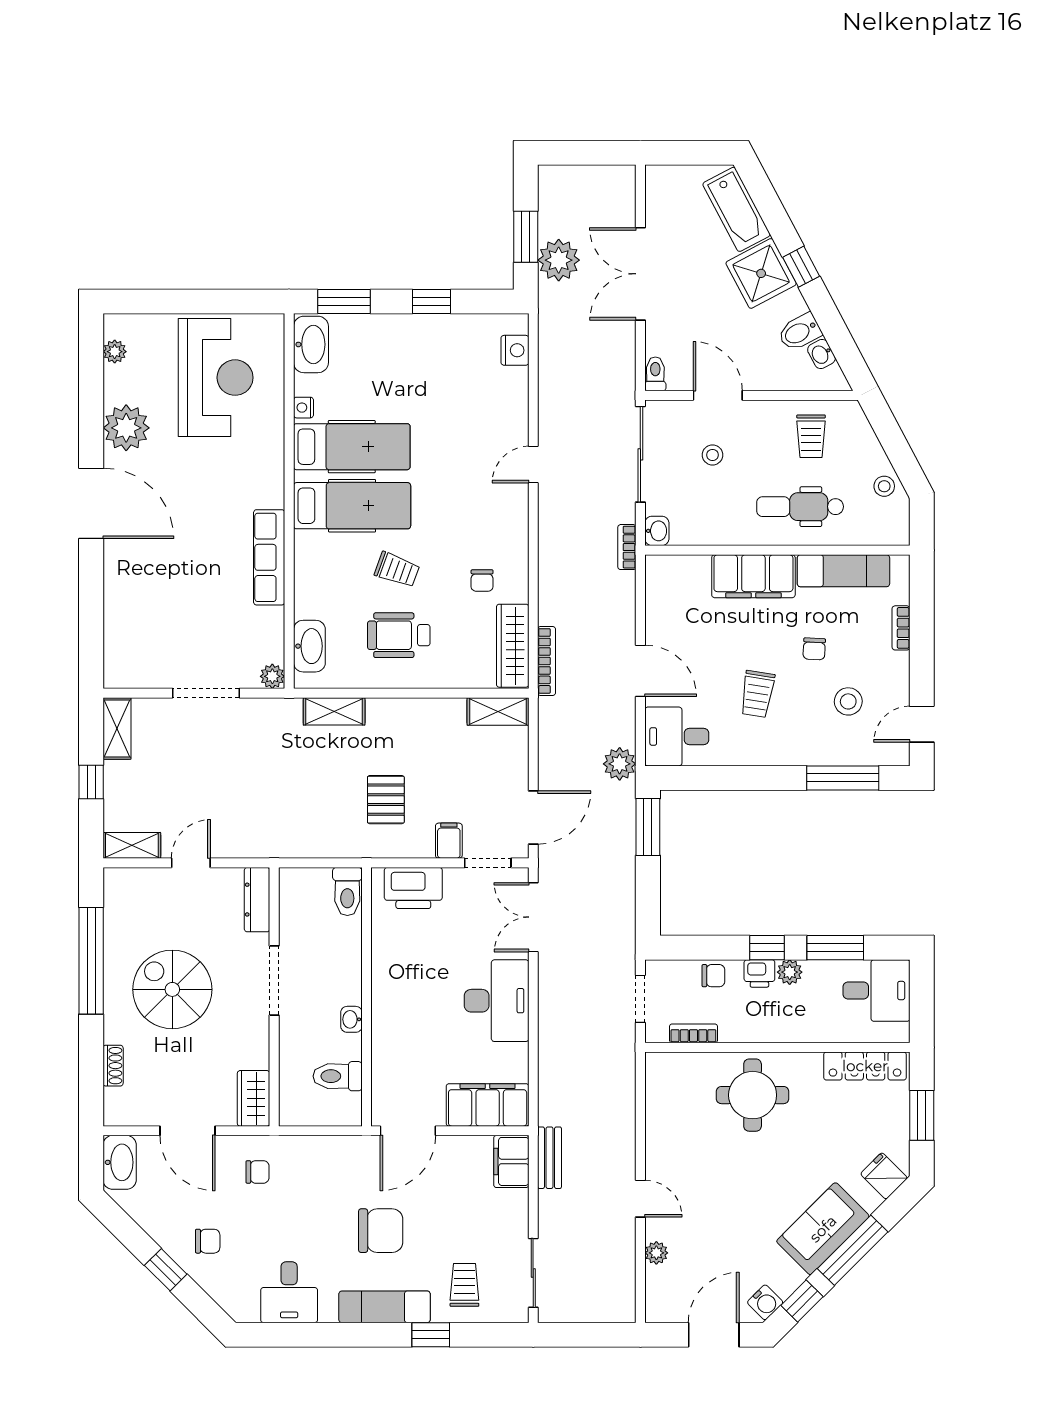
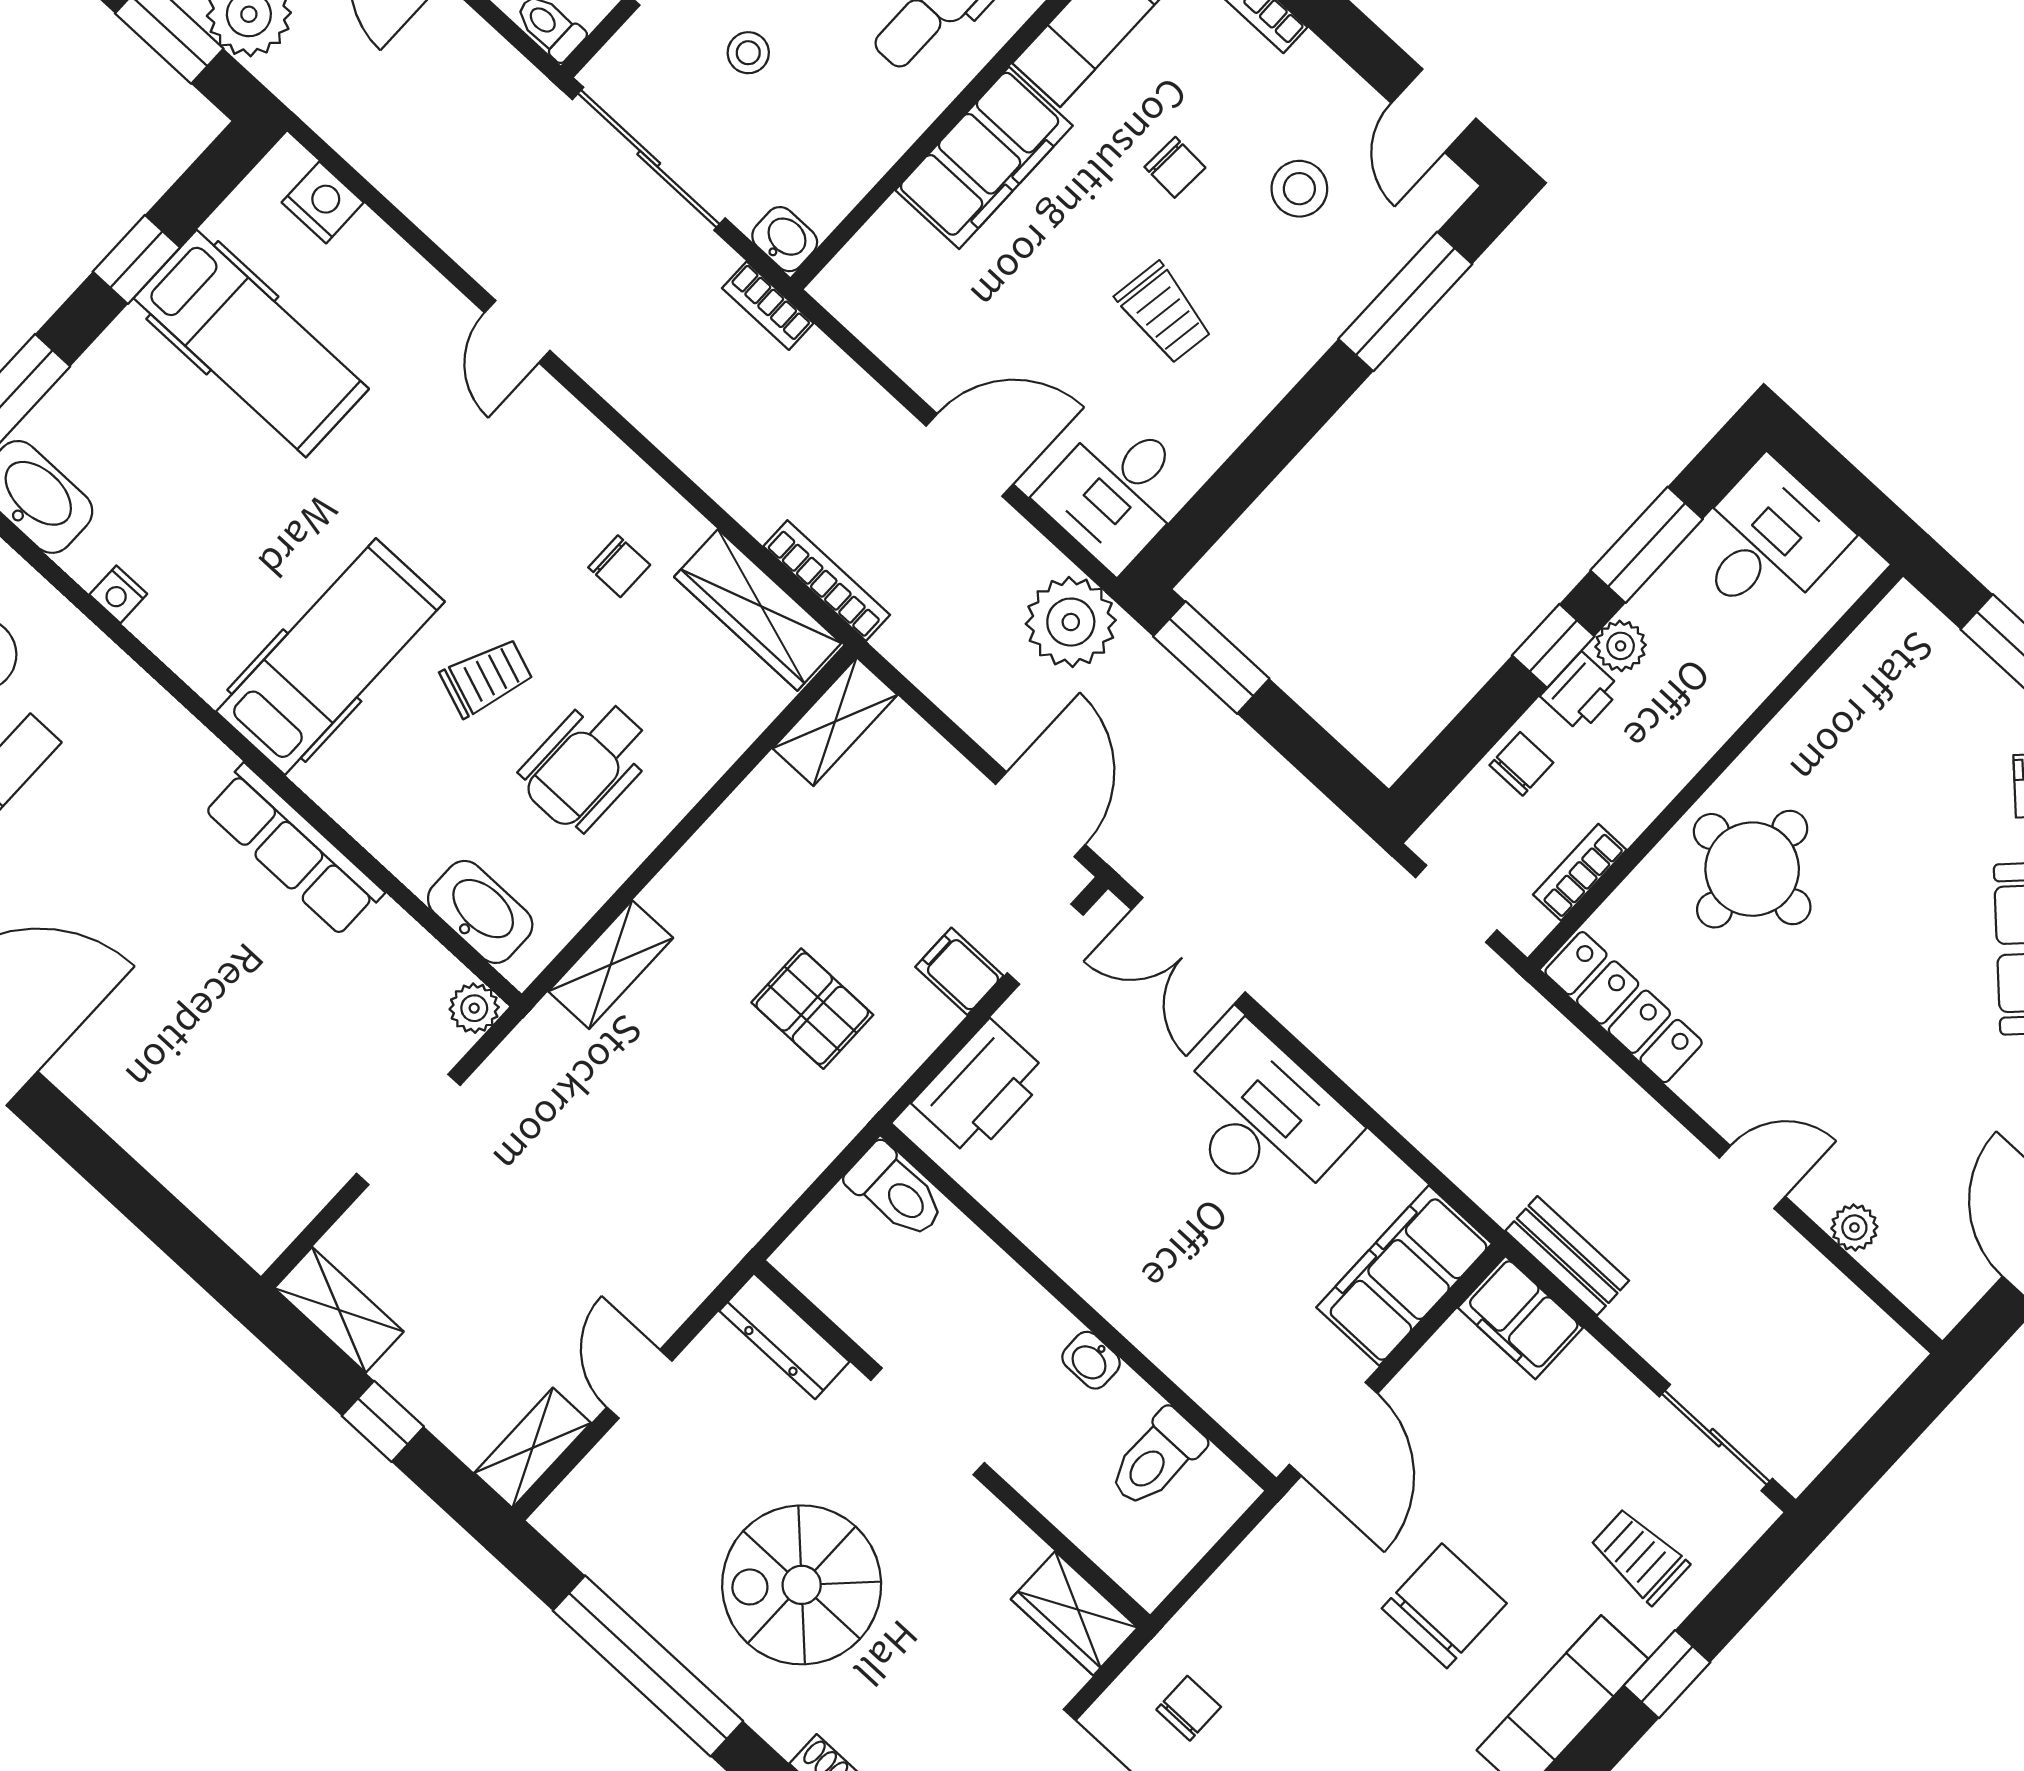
hospital bed: (352, 447) -> (251, 344), moved, turned 90
plant: (620, 764) -> (1071, 622), width x1.36, depth x1.36
locker: (865, 1066) -> (1624, 1007), moved, turned -90

